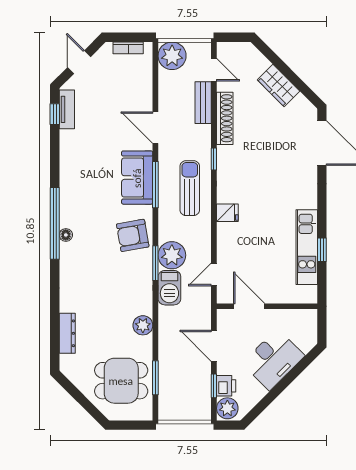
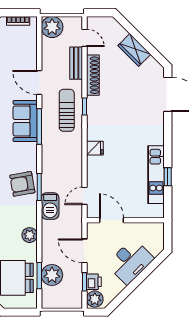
sun lounger: (190, 188) -> (67, 110), moved
armchair: (133, 235) -> (22, 184), moved
plant: (172, 255) -> (52, 275), moved

